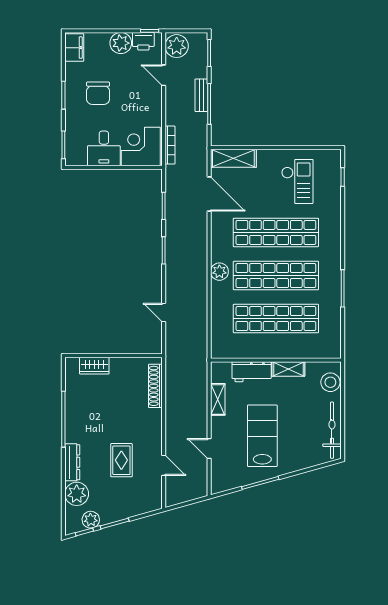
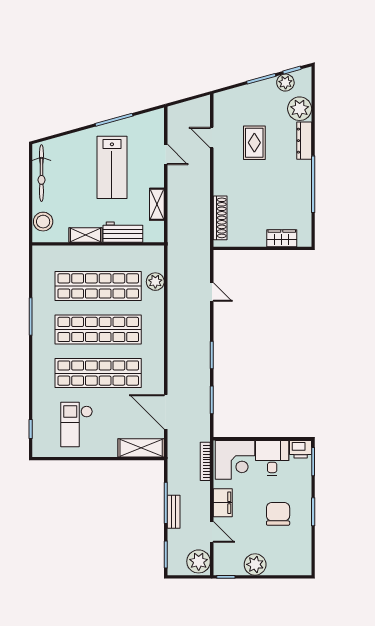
printer: (143, 41) -> (301, 449), moved, turned 180
filing cabinet: (74, 48) -> (223, 503), moved, turned 180
plant: (219, 272) -> (155, 282), moved

